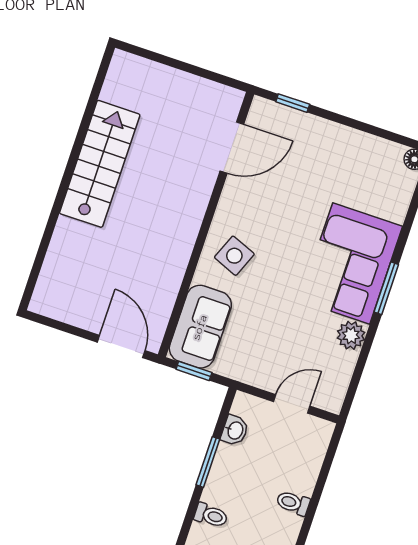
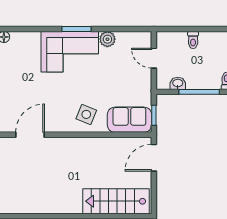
door: (232, 148) -> (30, 135), hinge flipped
stairs: (100, 164) -> (116, 201), moved
window: (208, 462) -> (199, 92), width x1.44
toilet: (293, 503) -> (193, 40), moved

